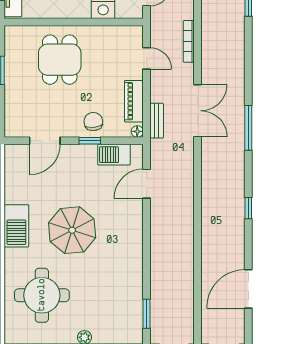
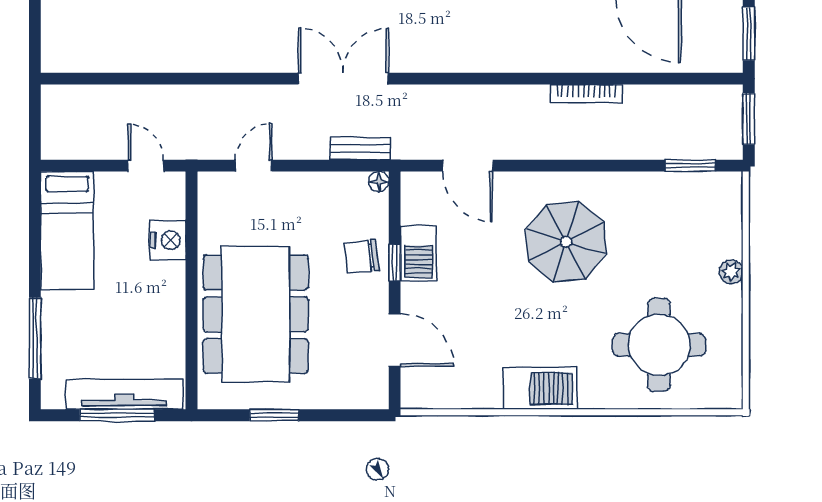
bookcase: (189, 41) -> (586, 94), moved
dining table: (60, 60) -> (256, 314), width x1.88, depth x1.24
piano: (134, 101) -> (327, 187), removed
barbecue: (114, 155) -> (418, 253), moved
parasol: (72, 230) -> (566, 242), moved

